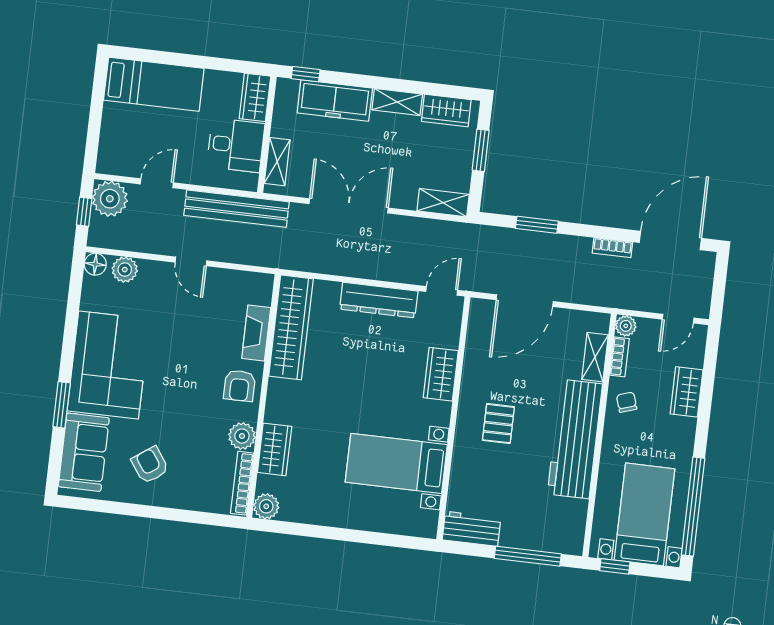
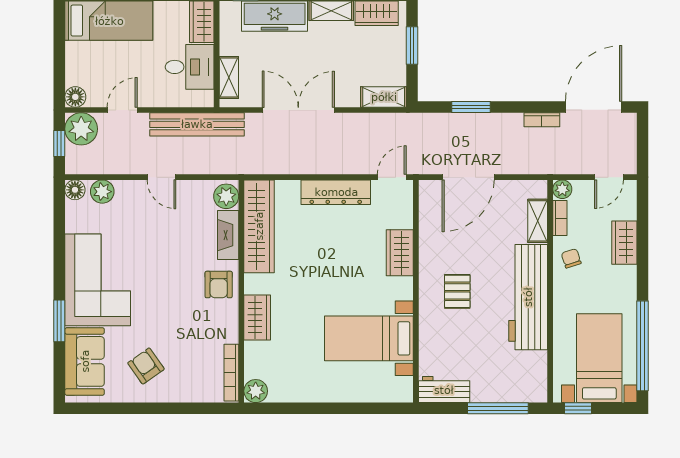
floor lamp: (108, 163) -> (75, 97), added
plant: (242, 436) -> (226, 196), moved
wardrobe: (275, 449) -> (257, 317), moved

